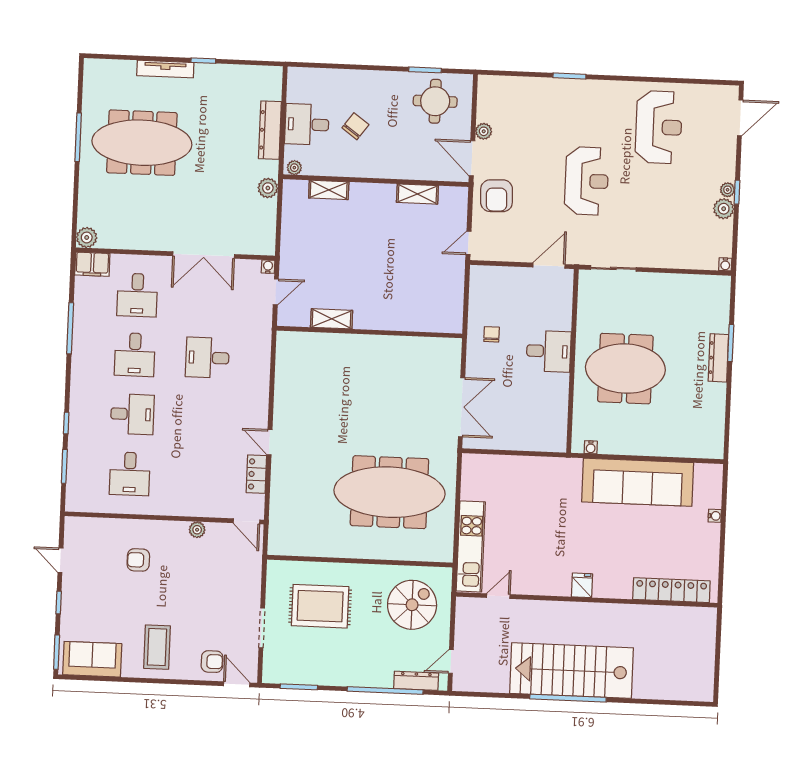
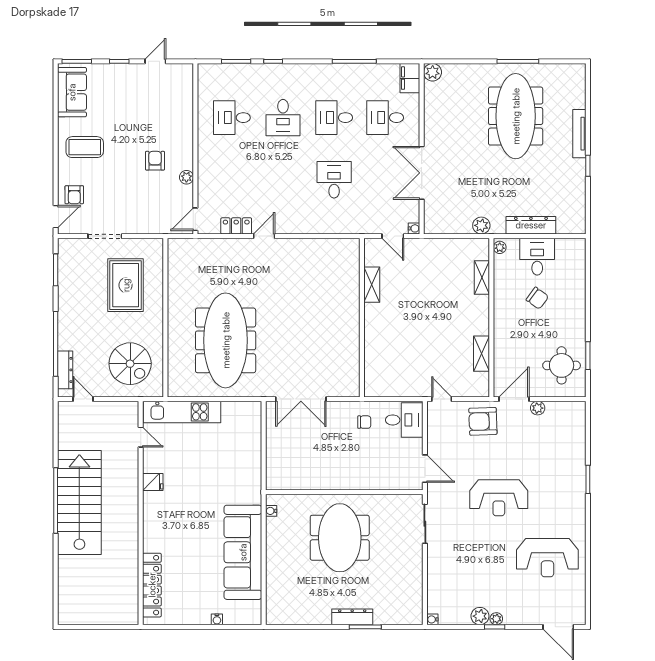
desk: (549, 351) -> (404, 420), moved, turned -90
armchair: (138, 560) -> (155, 161), moved
fridge: (582, 585) -> (153, 482), moved

